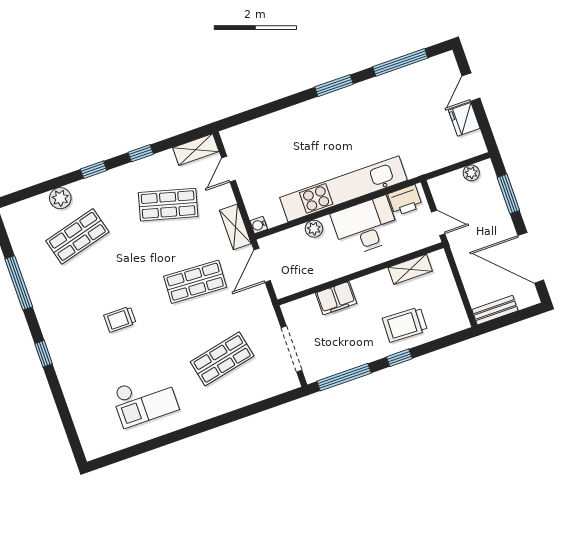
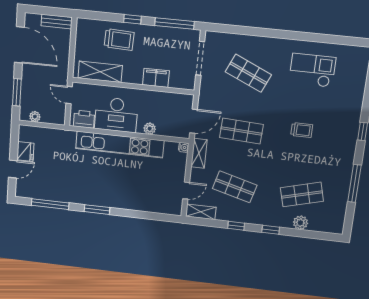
shelving: (410, 269) -> (100, 72), width x1.50, depth x1.33
shop shelf: (222, 359) -> (248, 73), turned 36

